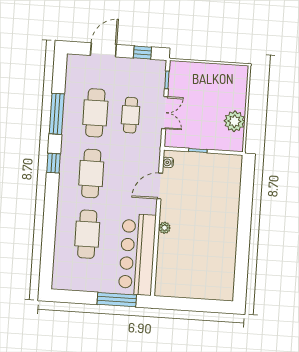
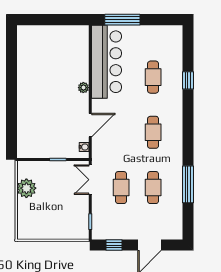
cafe table: (95, 113) -> (153, 188), width x0.73, depth x0.74
double door: (165, 113) -> (90, 180), moved
window: (53, 163) -> (188, 80), moved
cafe table: (91, 173) -> (153, 132), width x0.73, depth x0.74
cafe table: (87, 234) -> (153, 77), width x0.73, depth x0.74

